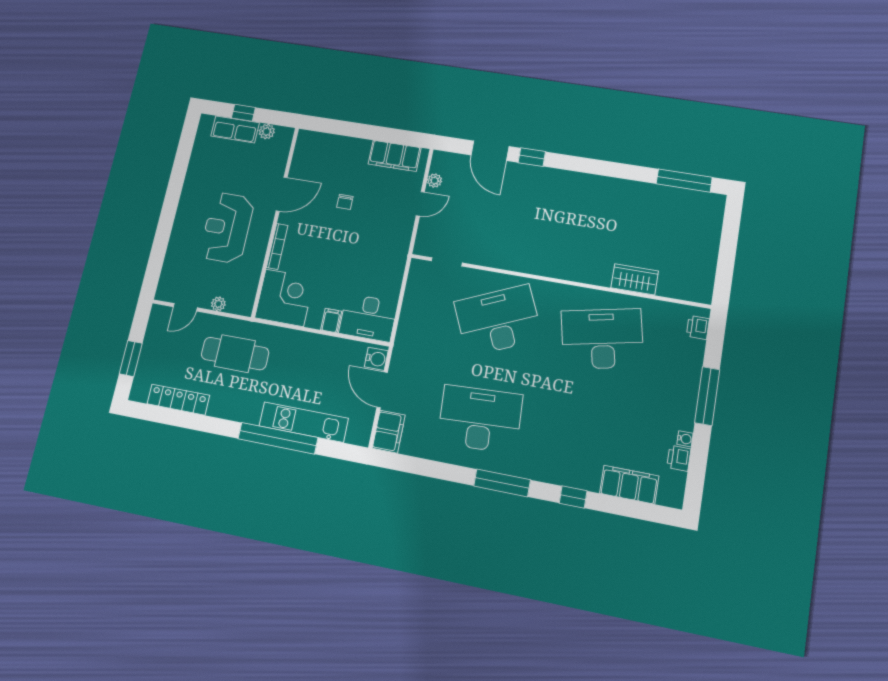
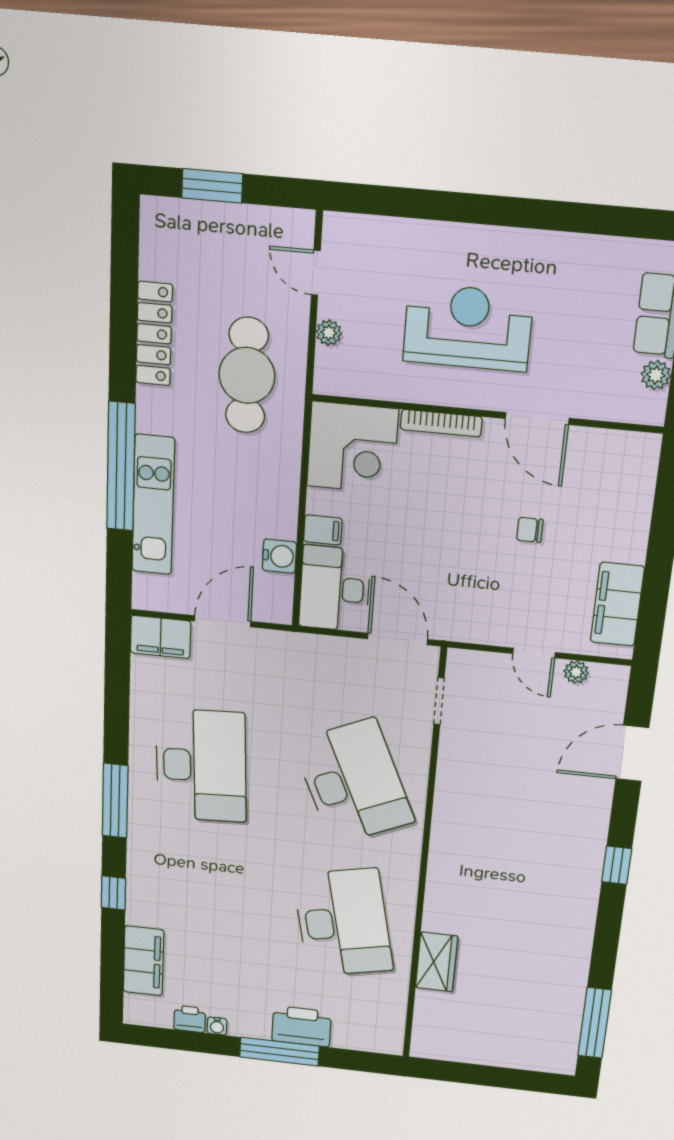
window: (532, 157) -> (617, 865), moved
door: (404, 283) -> (397, 639), added
printer: (698, 327) -> (302, 1026), moved, width x1.87, depth x1.48
water cooler: (376, 359) -> (279, 556), moved, turned -90
locker: (178, 400) -> (154, 334), moved

